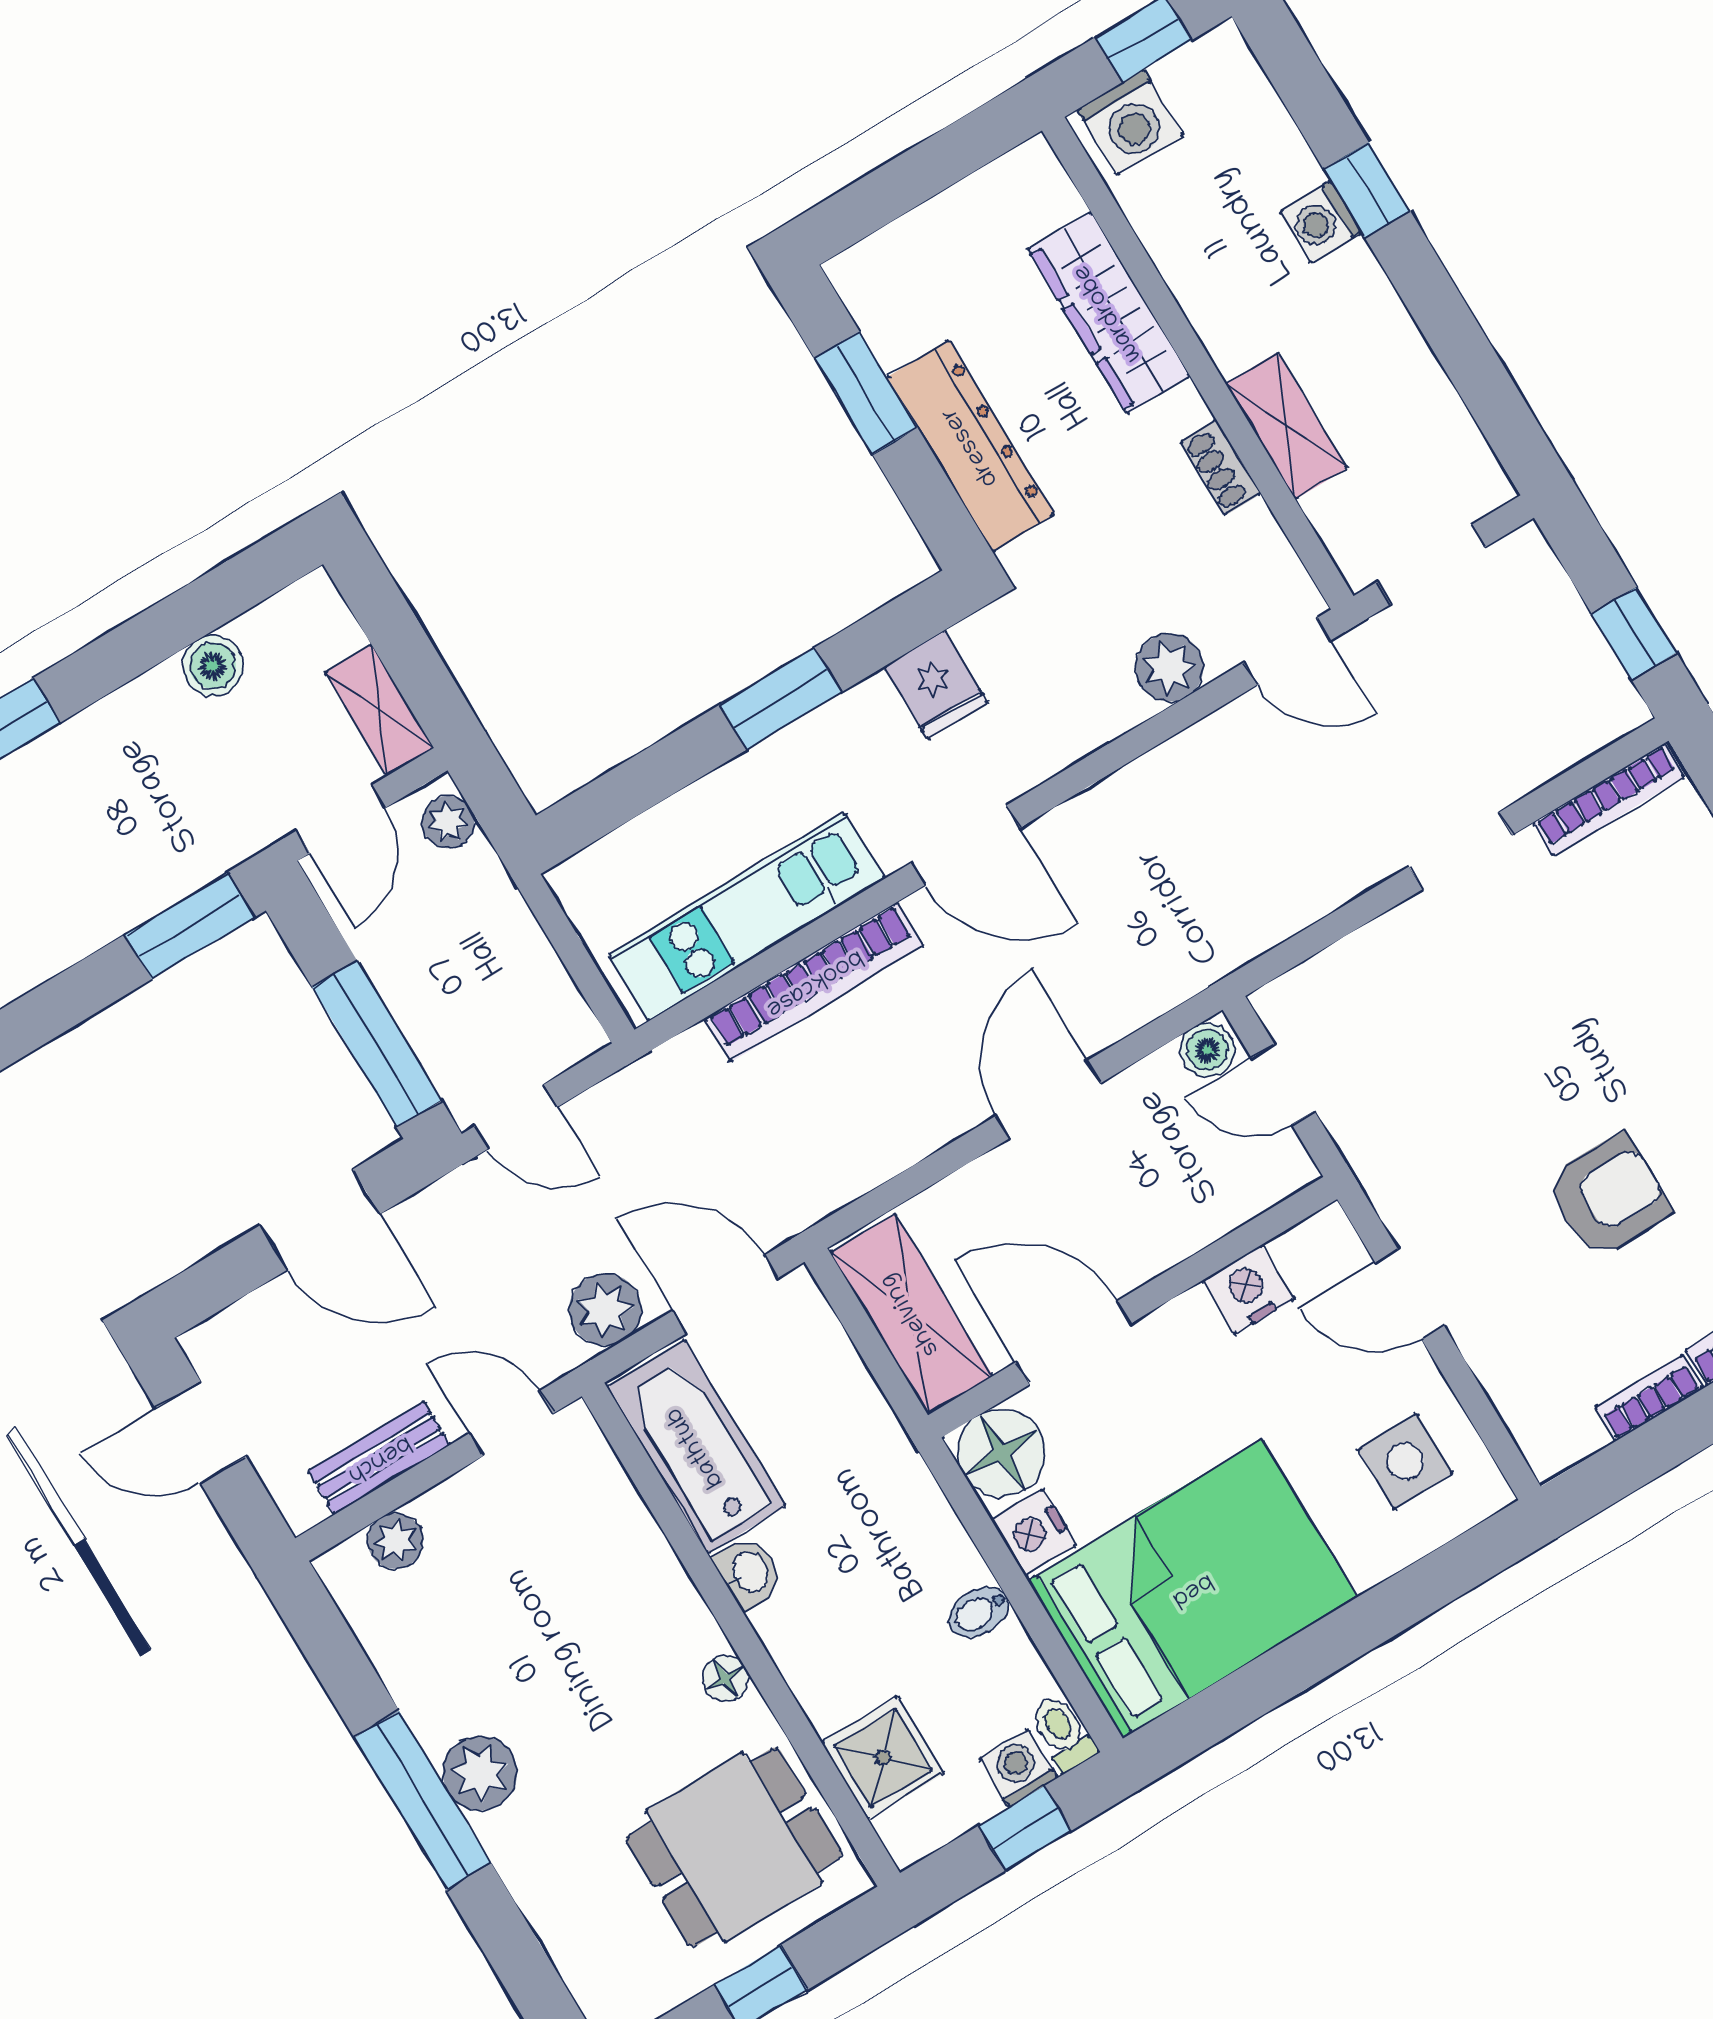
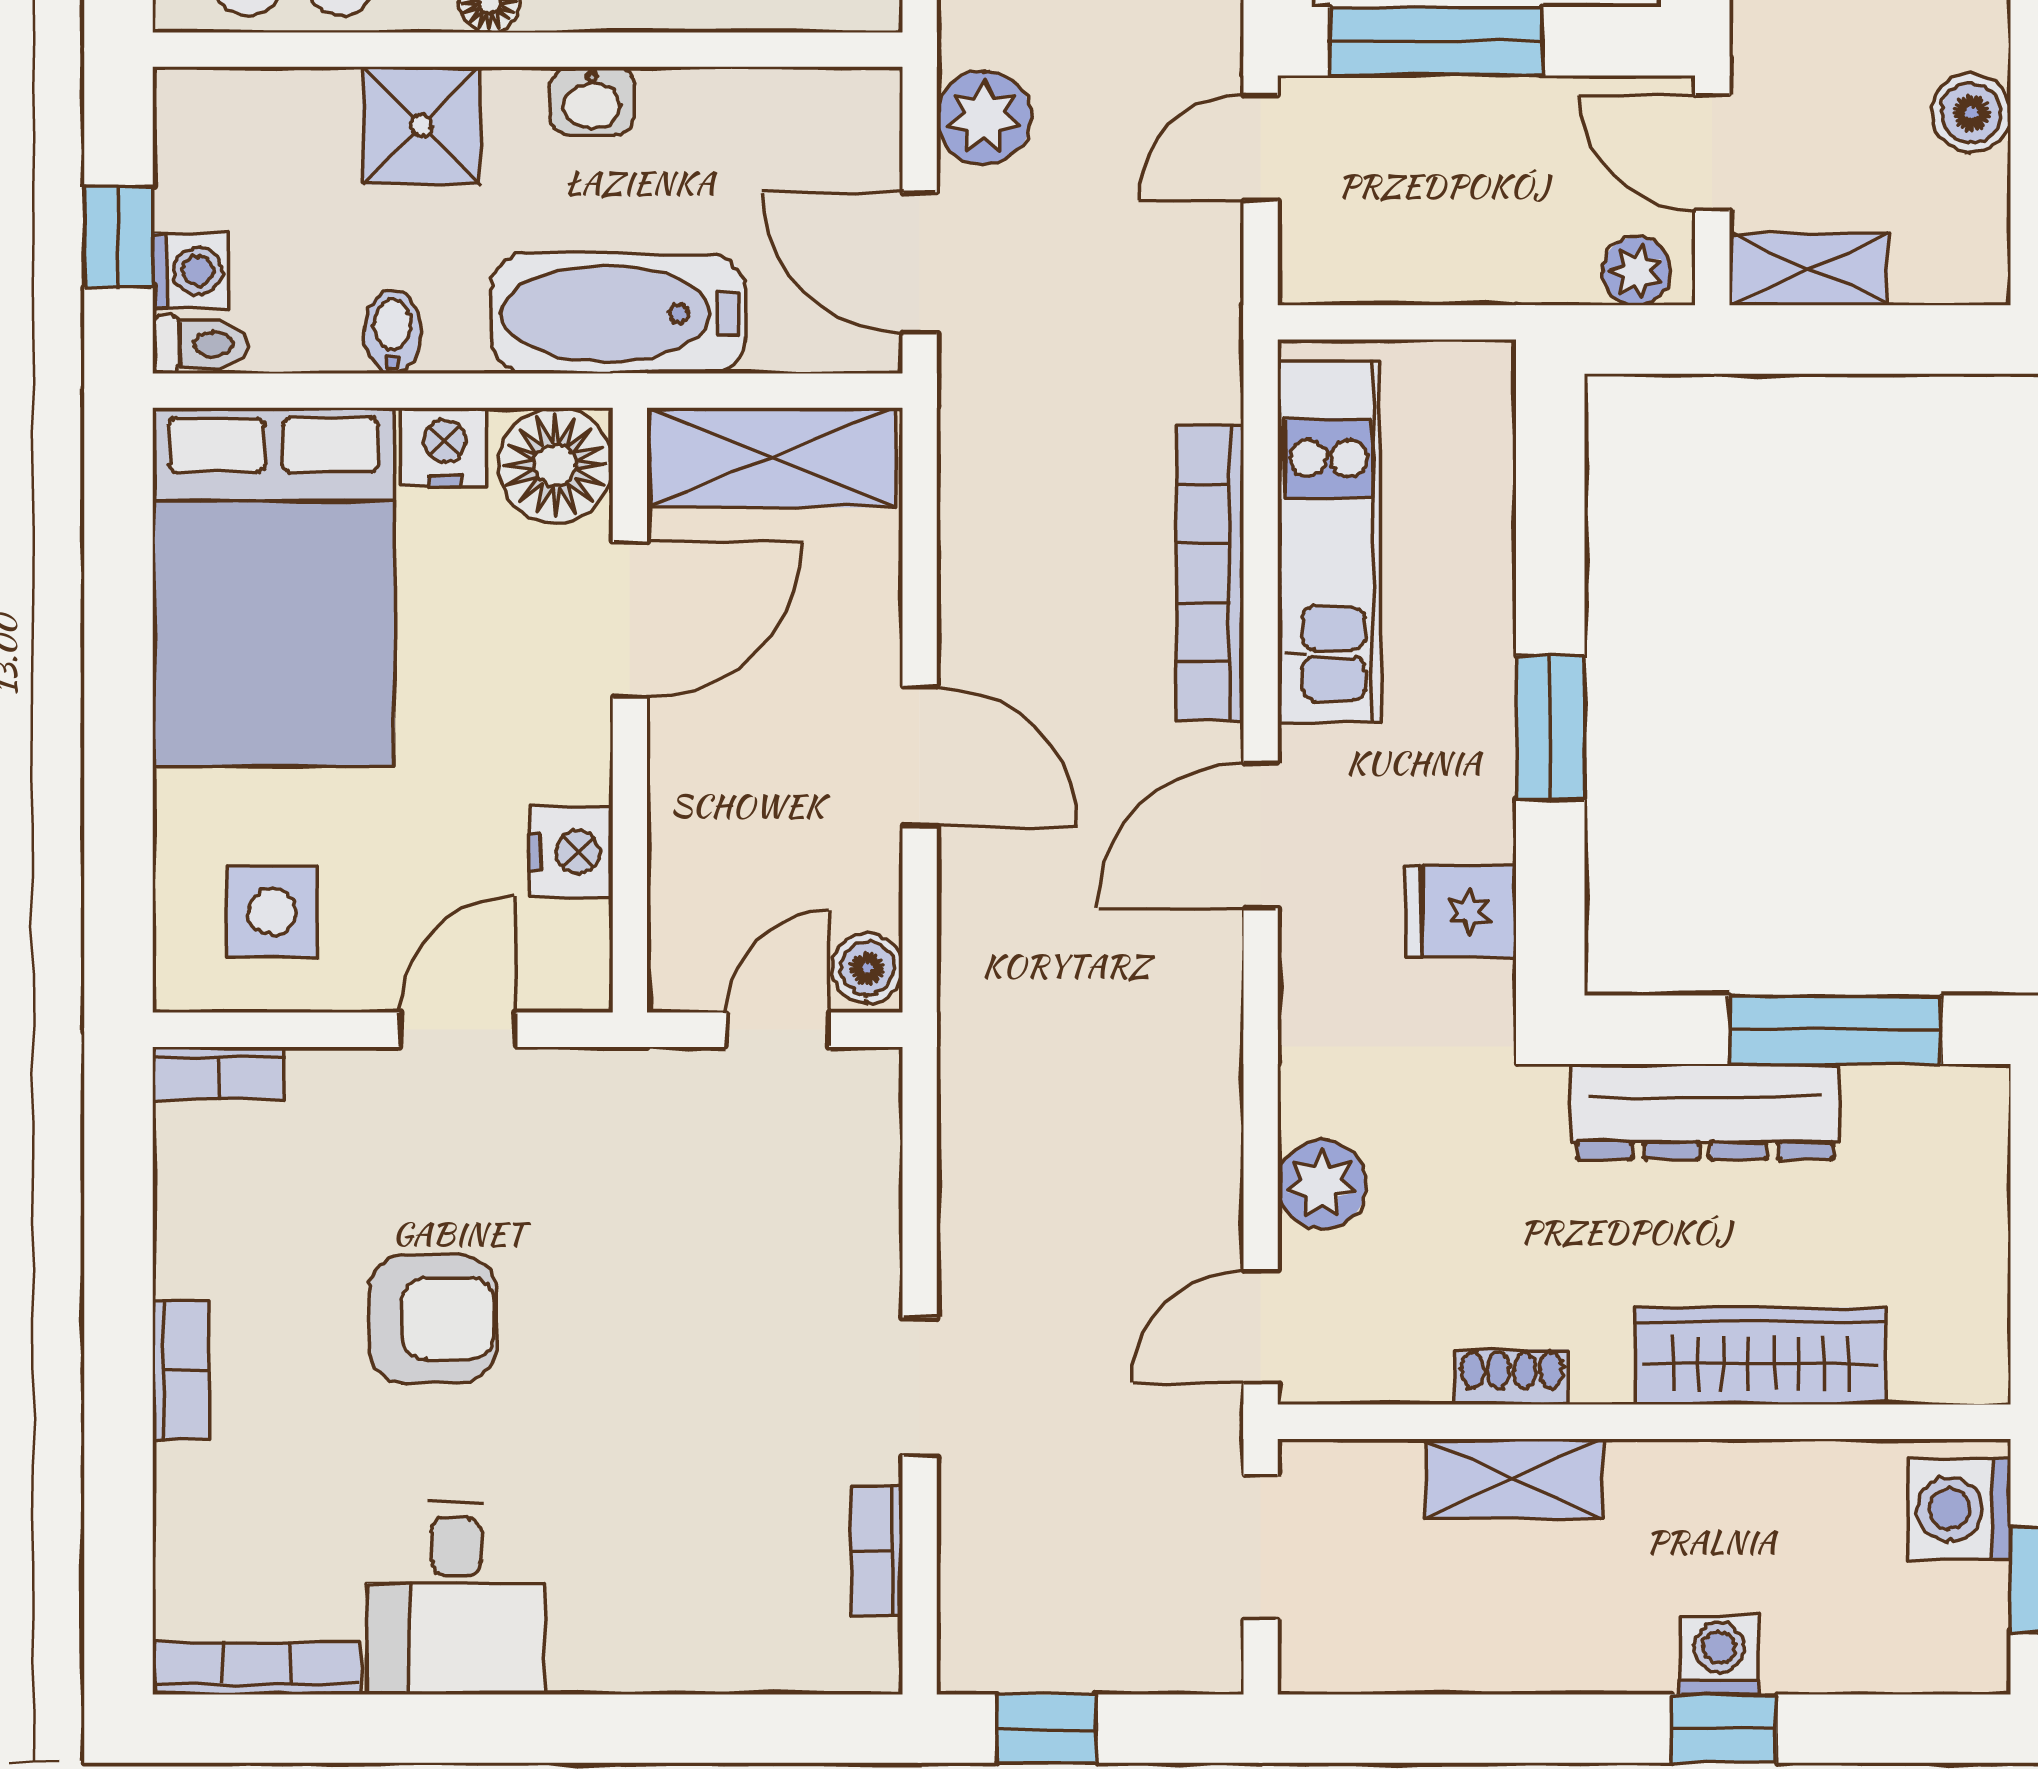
window: (866, 393) -> (1835, 1030), width x1.44
bookcase: (1609, 800) -> (877, 1551), width x0.64
armchair: (1608, 1196) -> (433, 1319), turned -90
door: (725, 1294) -> (920, 262), swing flipped
bookcase: (1649, 1398) -> (219, 1073), moved, turned 90
bathtub: (696, 1447) -> (618, 314), moved, turned 180
shower: (883, 1758) -> (421, 126), moved

